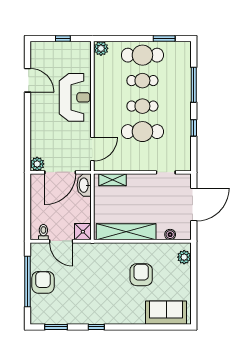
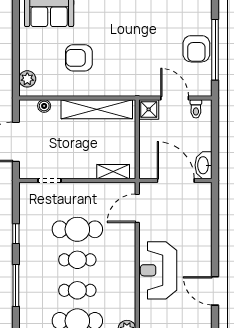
plant: (37, 164) -> (203, 190), removed
door: (60, 172) -> (176, 180), hinge flipped
washbasin: (84, 185) -> (204, 165), moved, turned 180
armchair: (141, 275) -> (79, 58), turned 90

